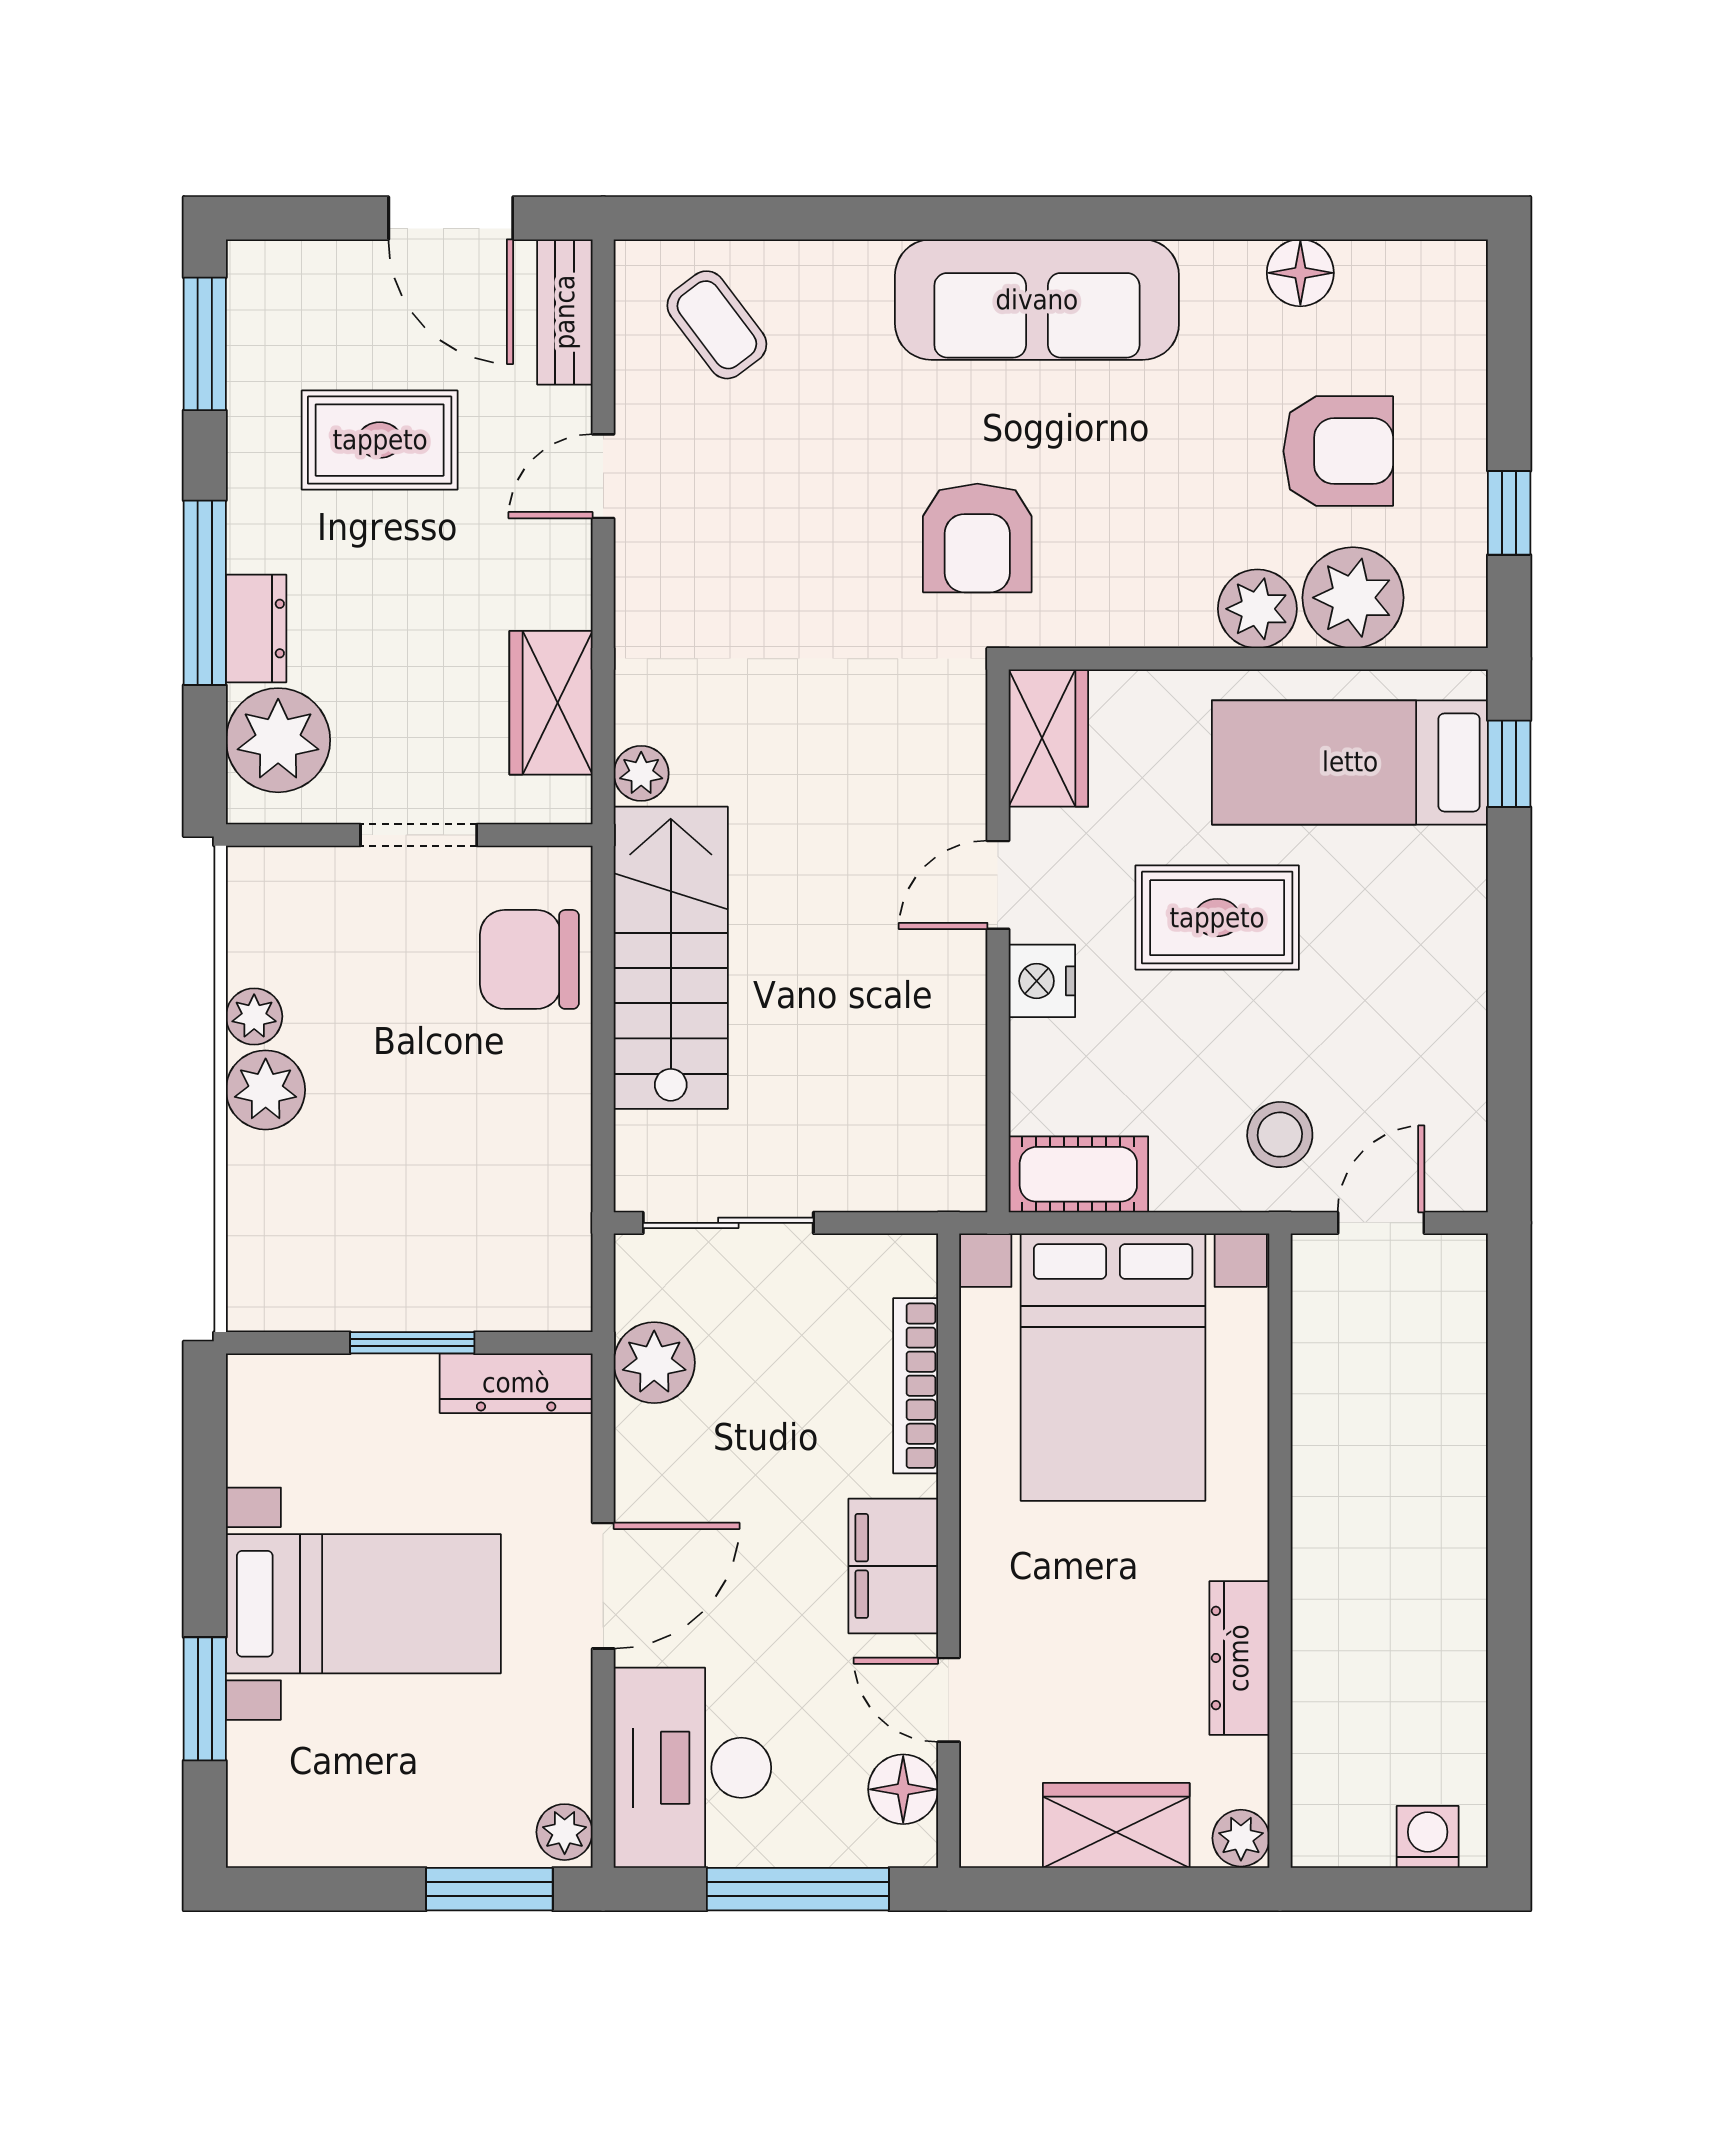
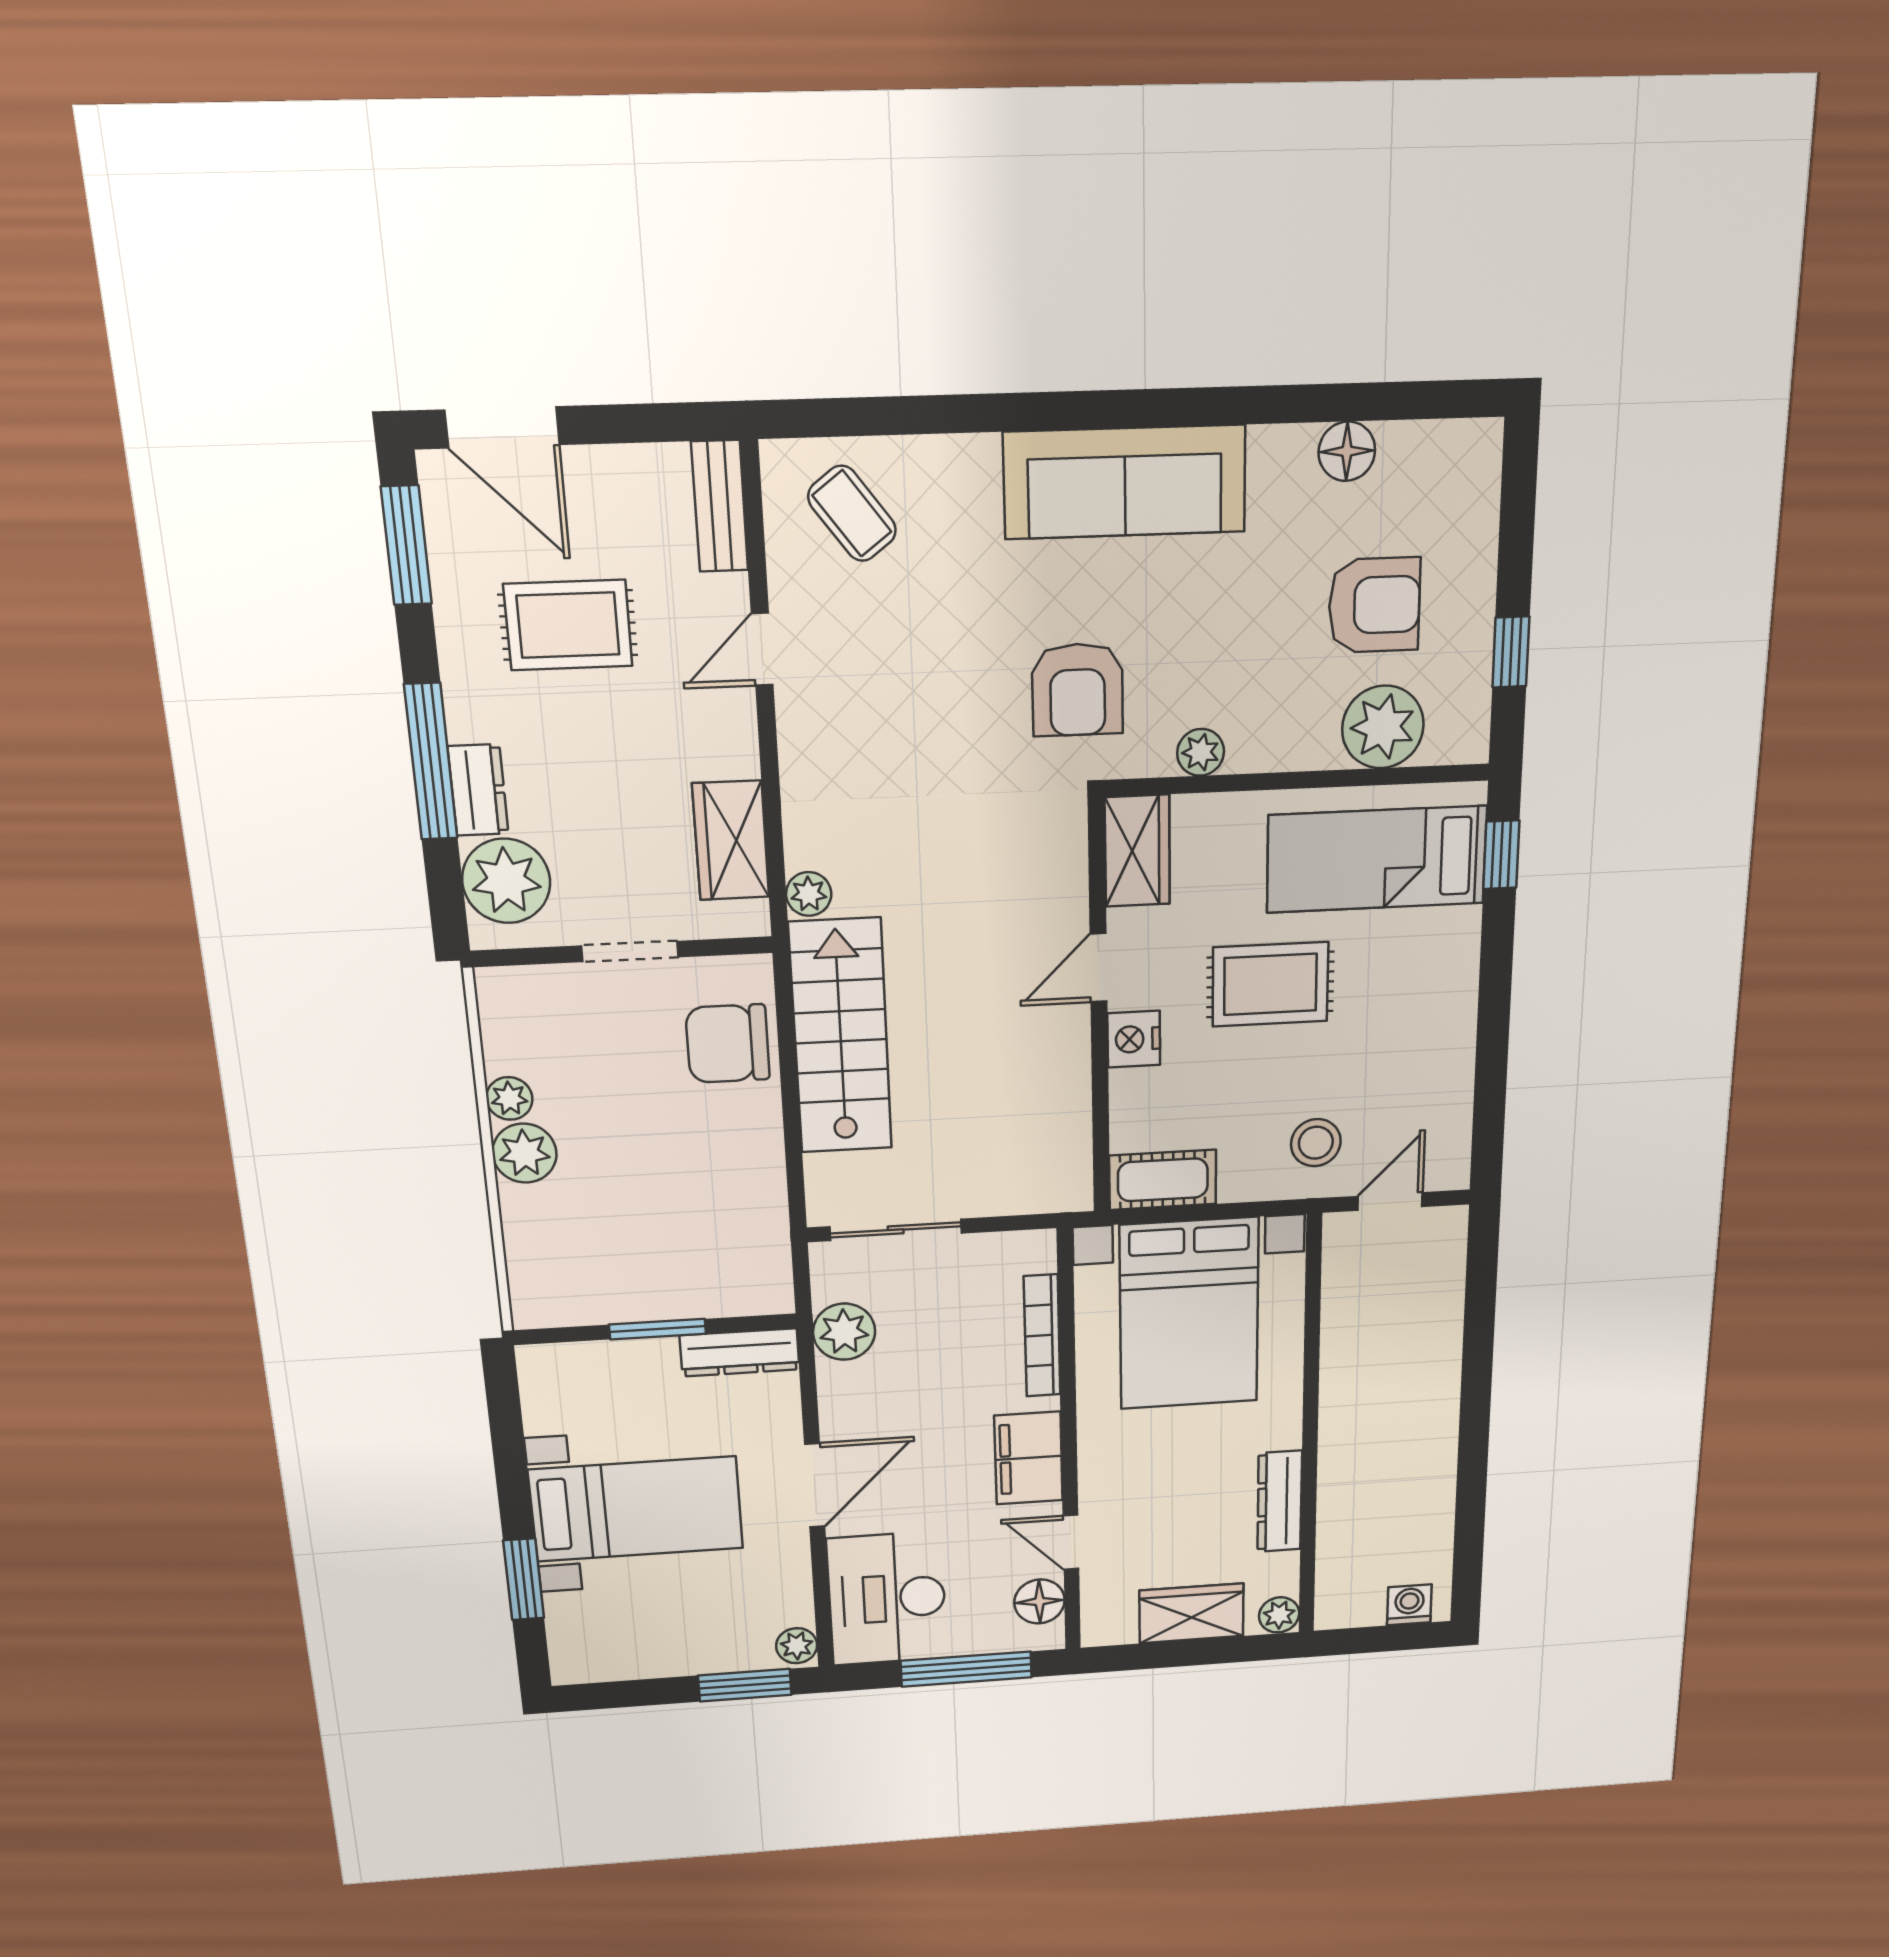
door: (451, 218) -> (502, 427), moved
plant: (1257, 609) -> (1201, 752), moved, width x0.73, depth x0.73

